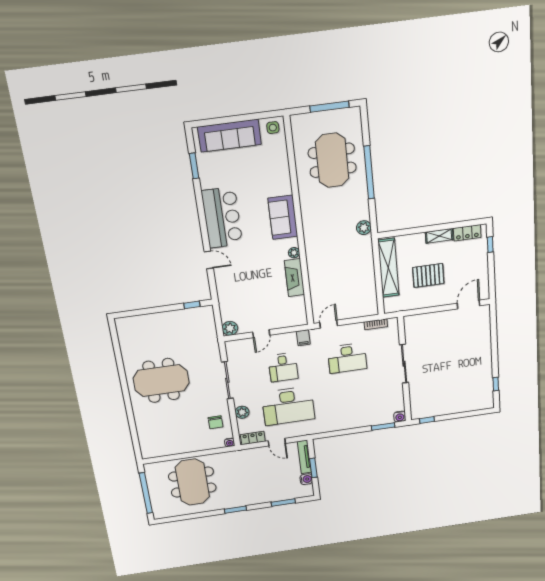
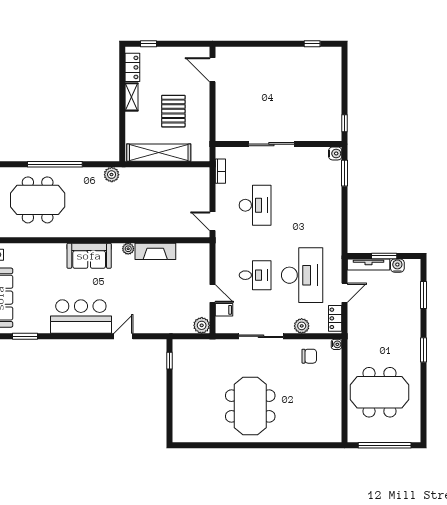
filing cabinet: (303, 338) -> (224, 310), moved

